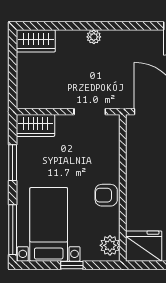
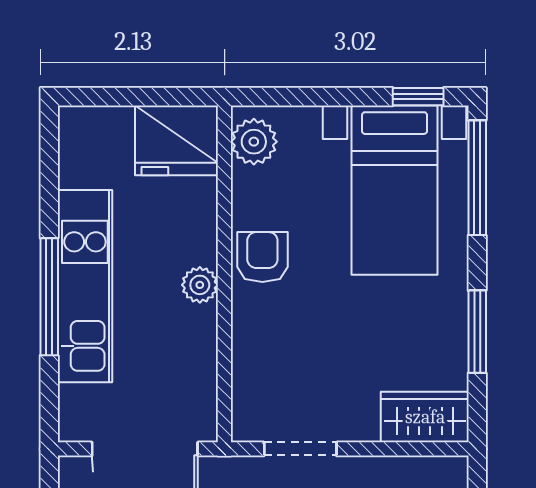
plant: (133, 183) -> (200, 285), added
armchair: (106, 195) -> (262, 257), turned -90
window: (72, 265) -> (418, 97), moved

